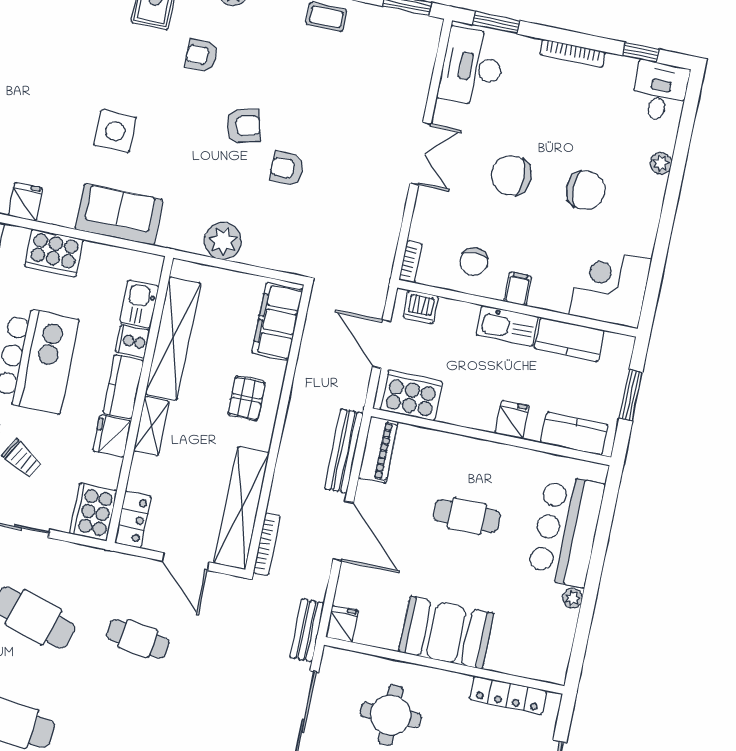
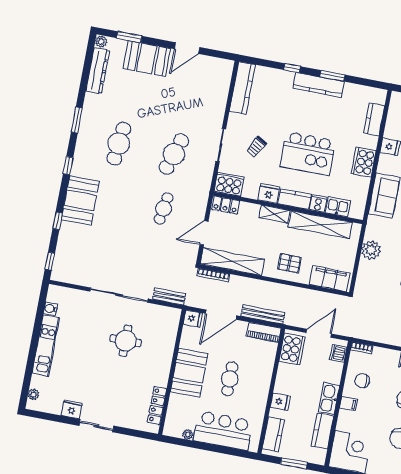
fridge: (342, 624) -> (193, 319), moved
booth: (446, 633) -> (189, 373), moved
wall: (444, 665) -> (172, 372), moved
locker: (508, 695) -> (157, 405), moved

